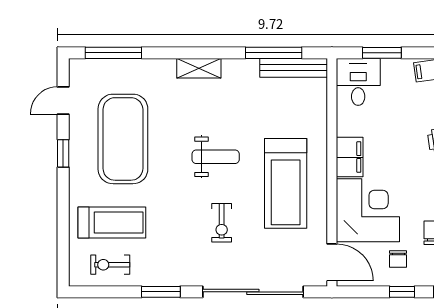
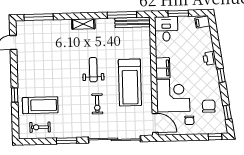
exercise mat: (123, 139) -> (45, 62), removed
window: (63, 153) -> (15, 95), moved
weight bench: (216, 157) -> (93, 70), turned -90
window: (402, 292) -> (192, 137), removed

